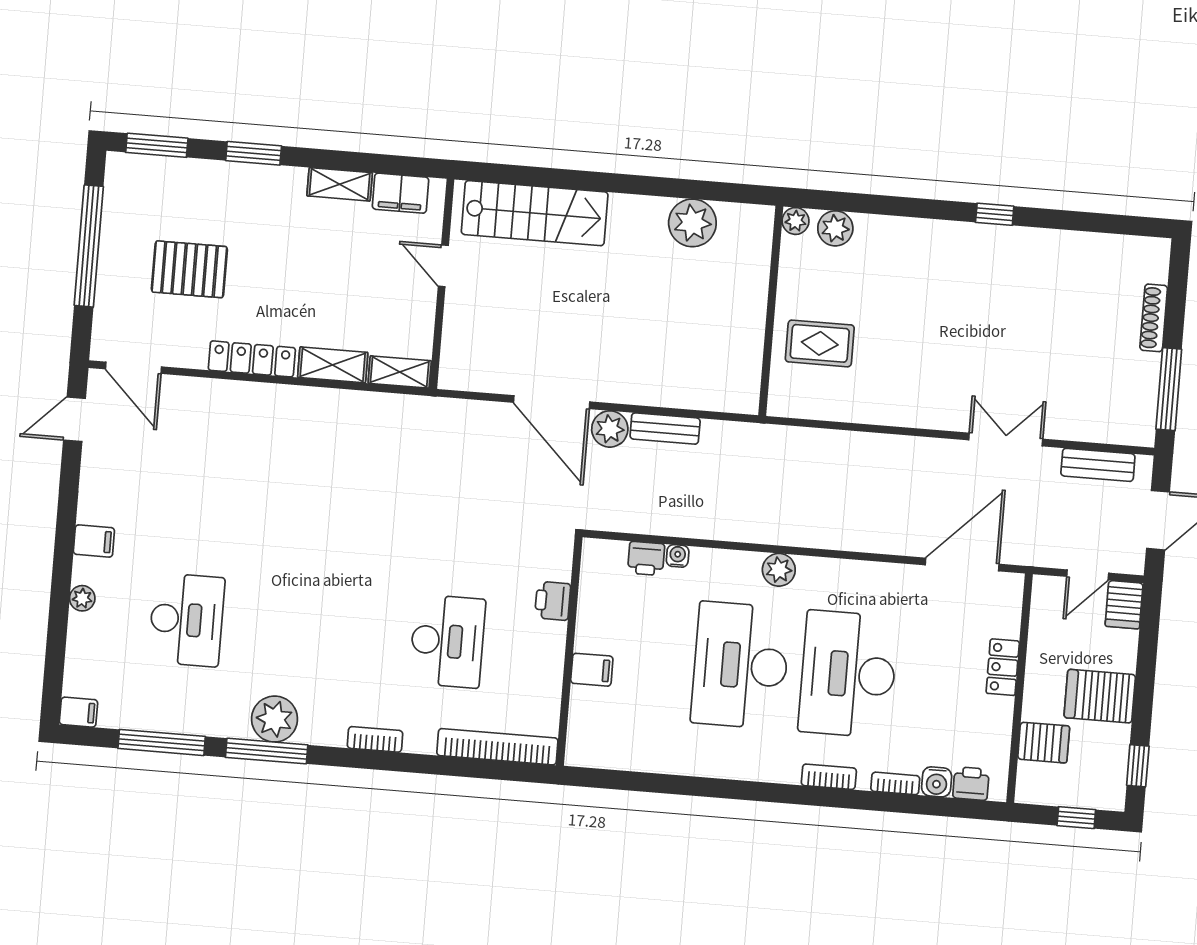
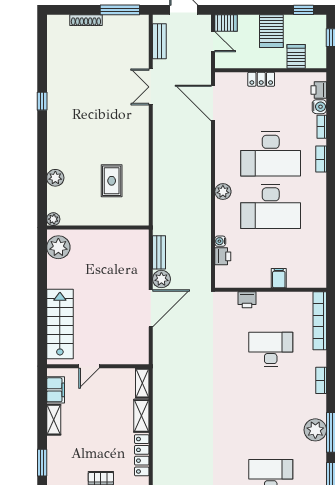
plant: (796, 221) -> (53, 219), moved
wall: (771, 311) -> (98, 228), moved

